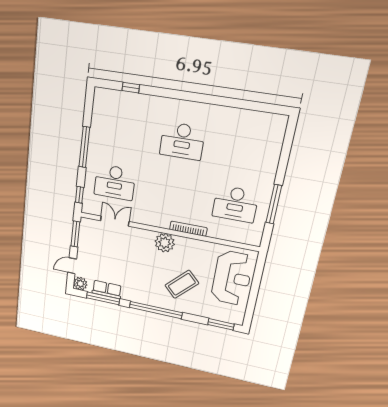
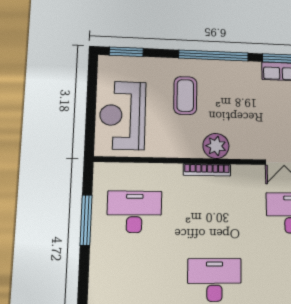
bookcase: (188, 229) -> (207, 170), moved
coffee table: (182, 284) -> (185, 96), turned -45

